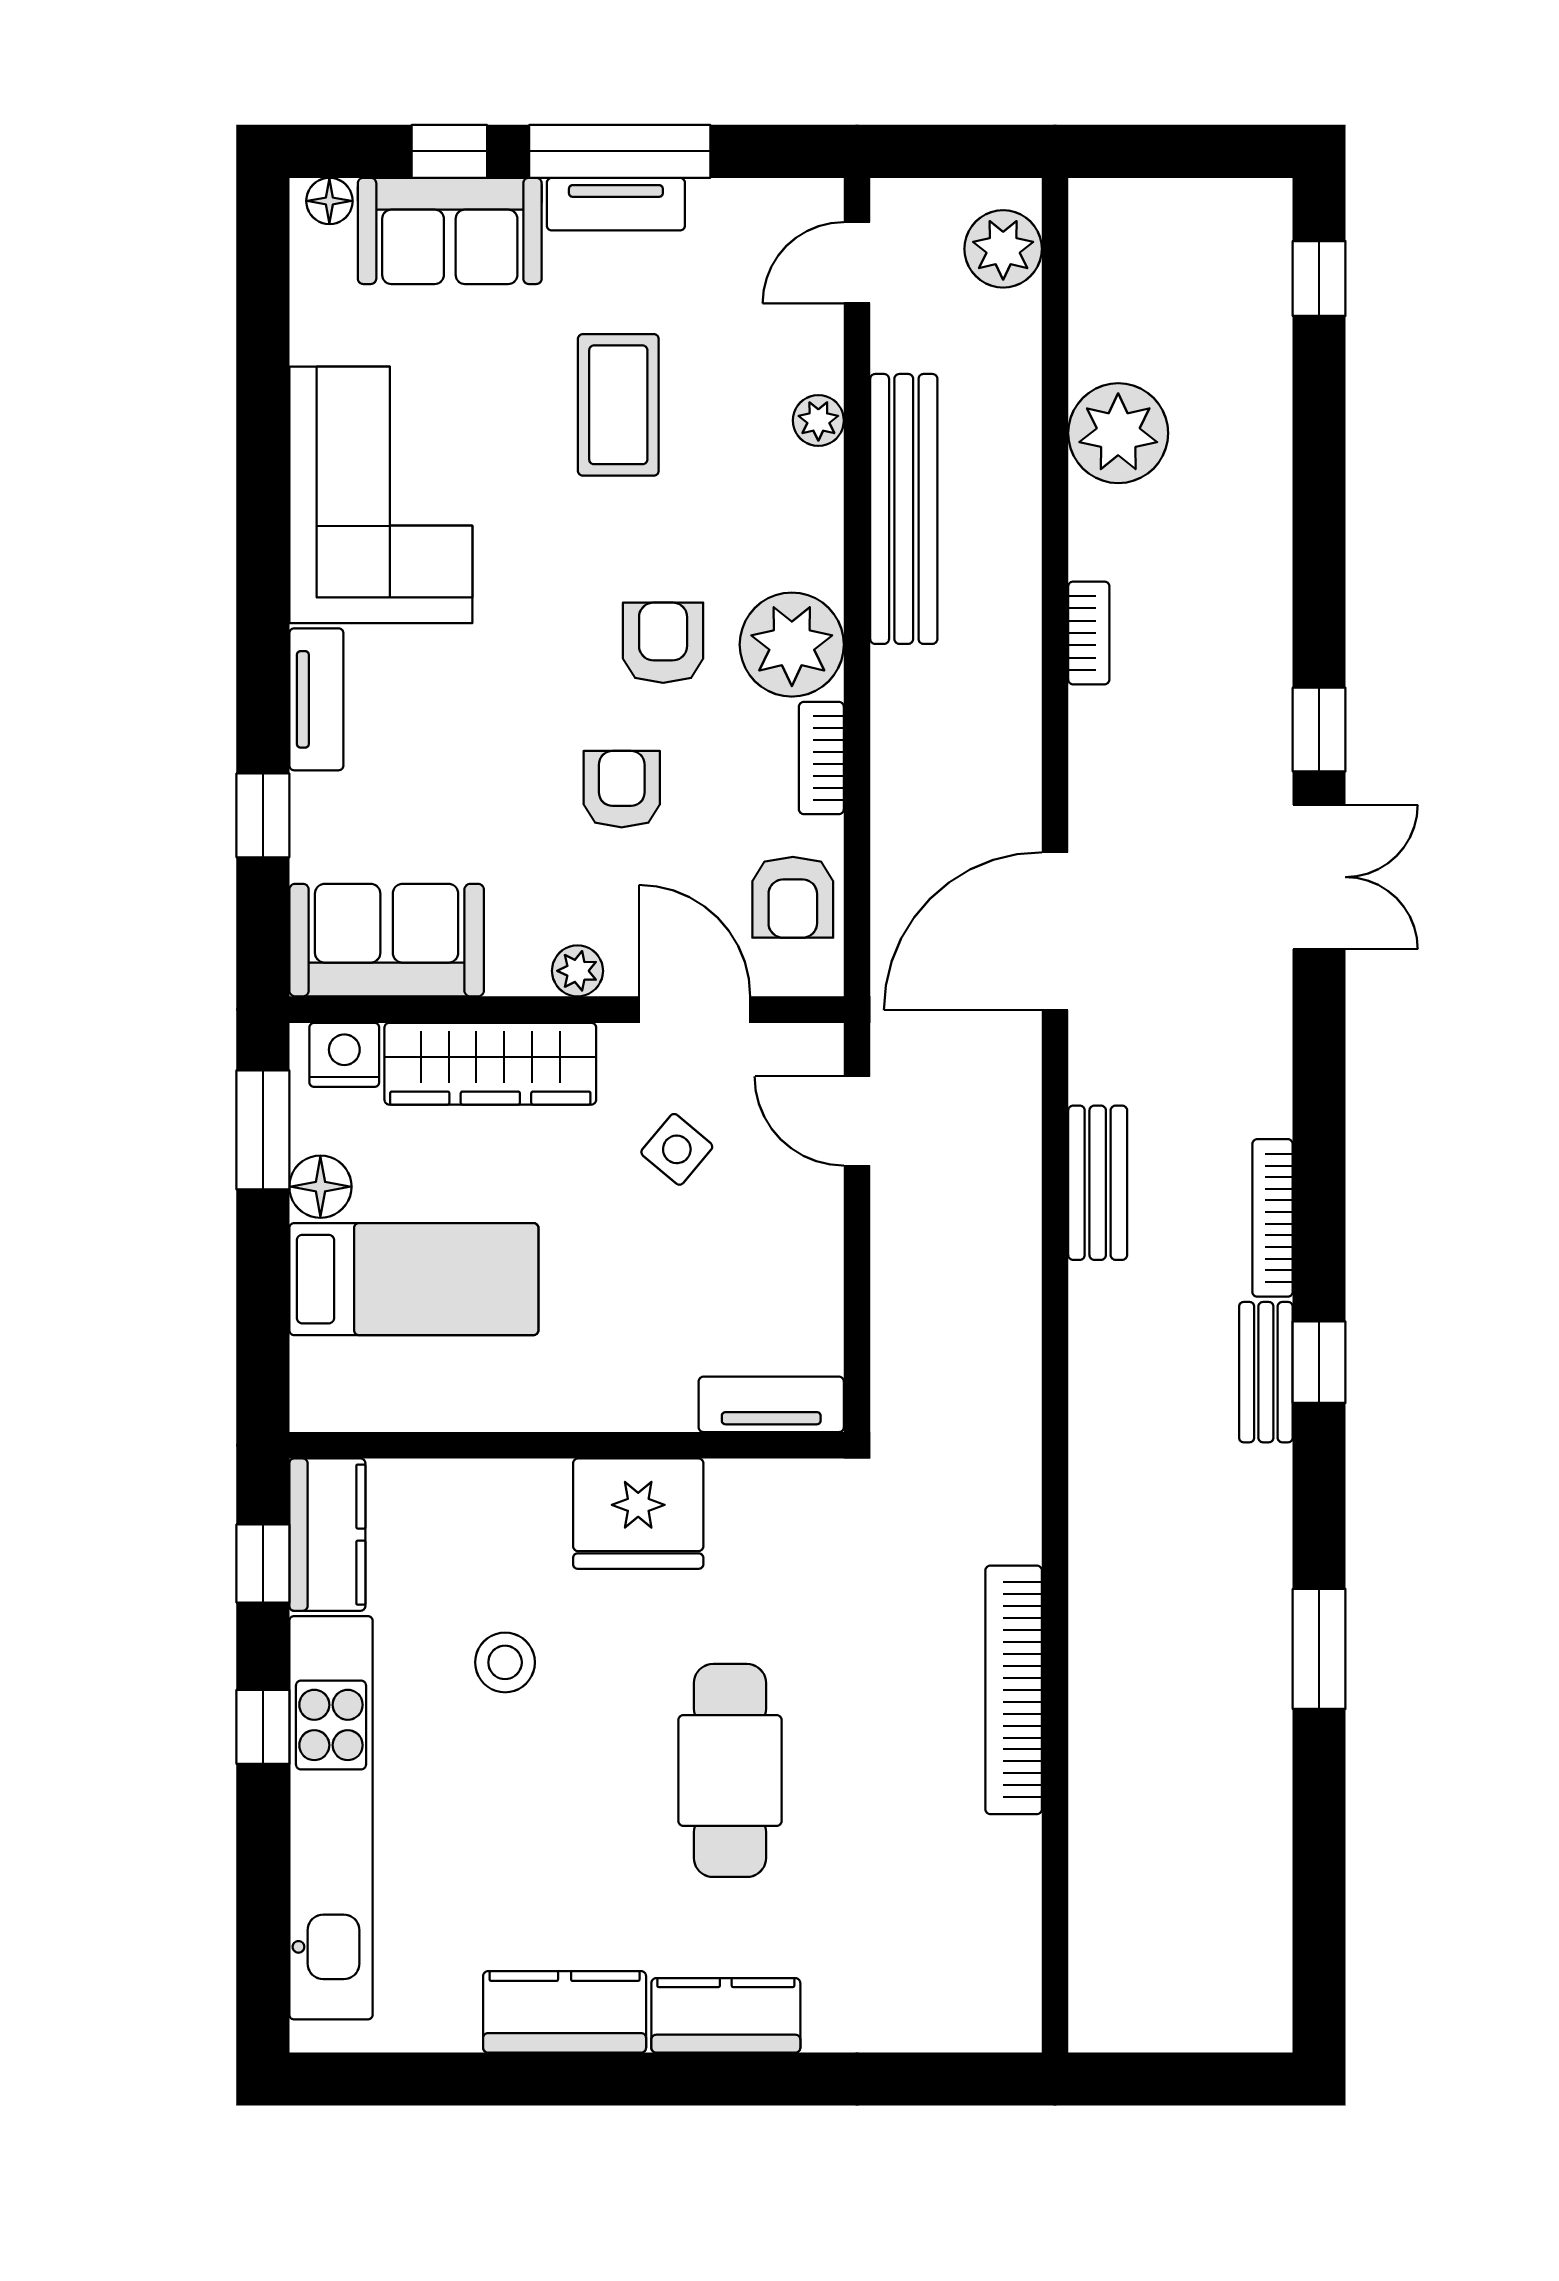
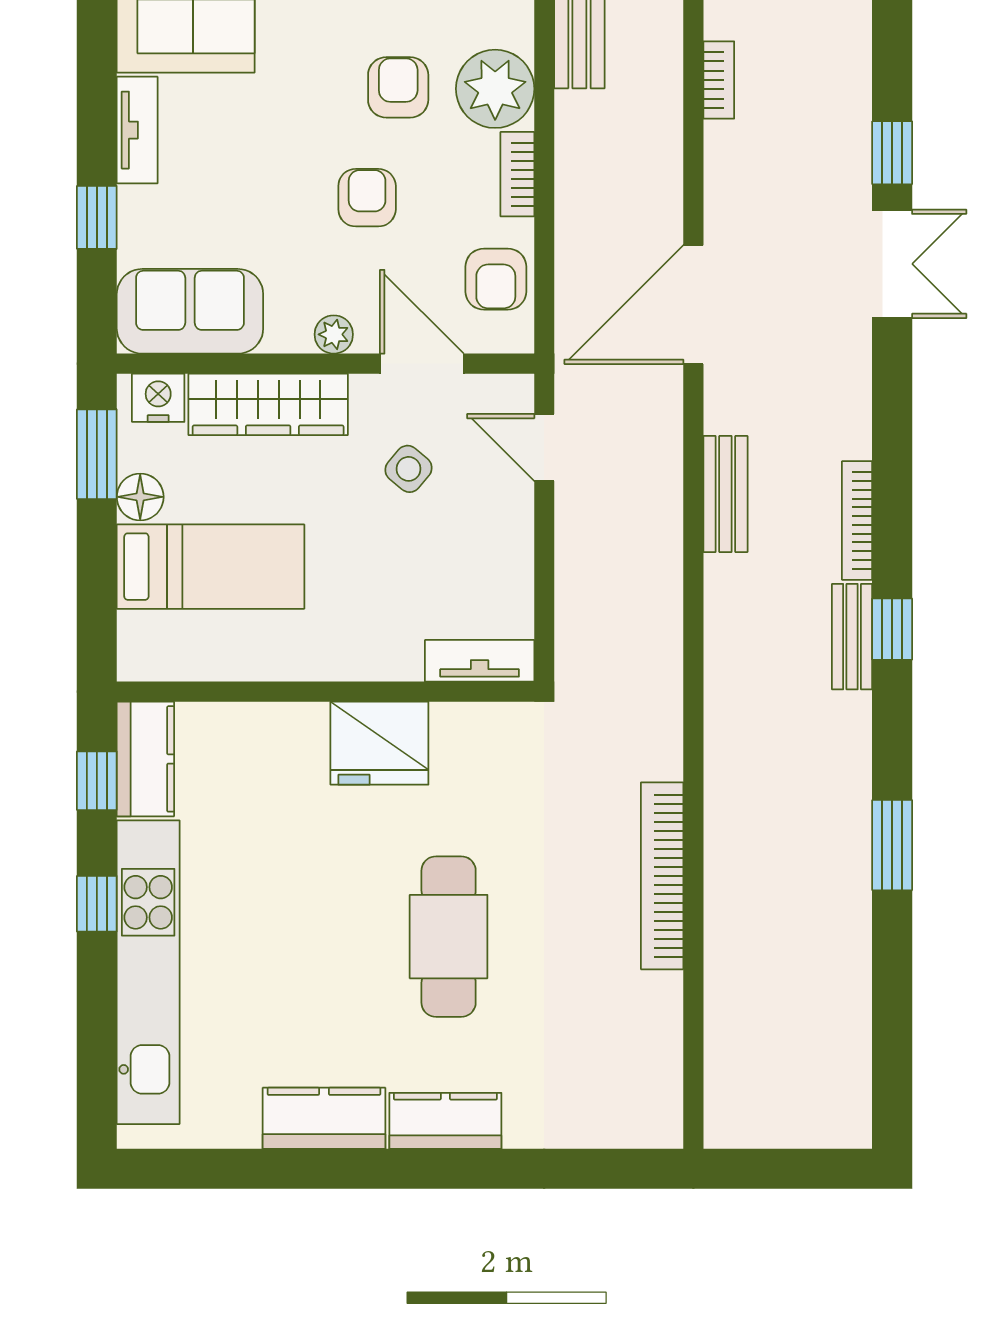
stool: (505, 1662) -> (279, 855), removed

